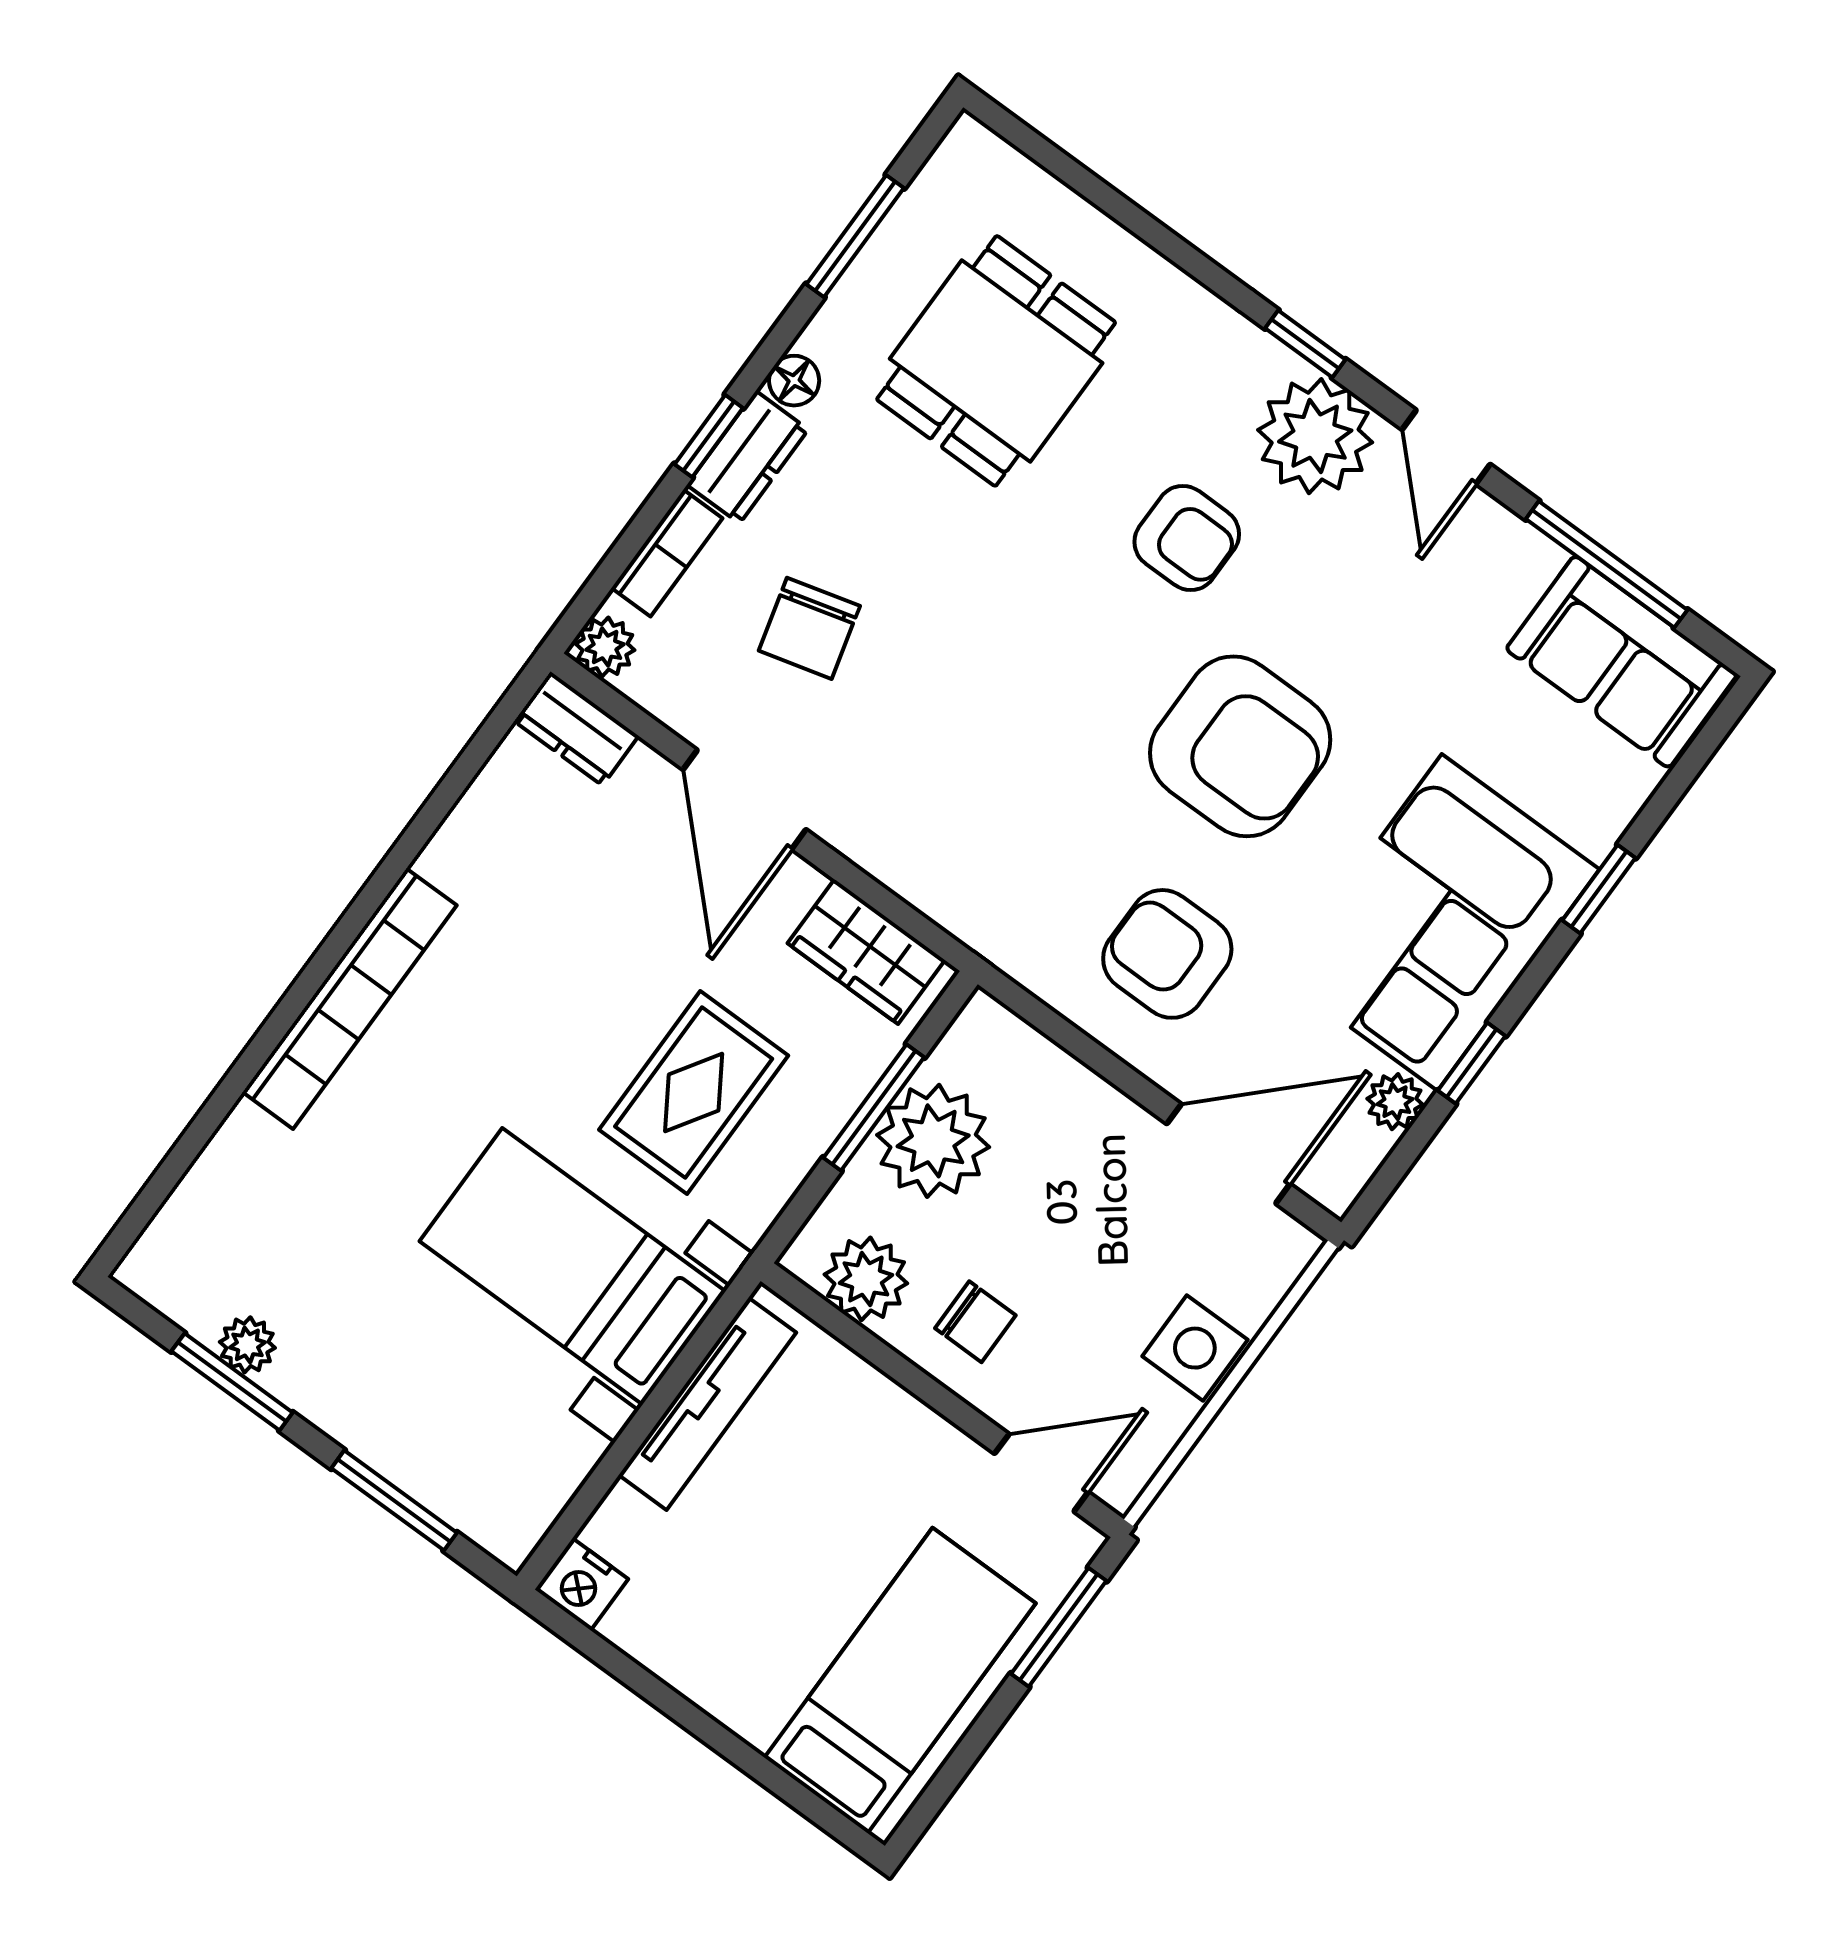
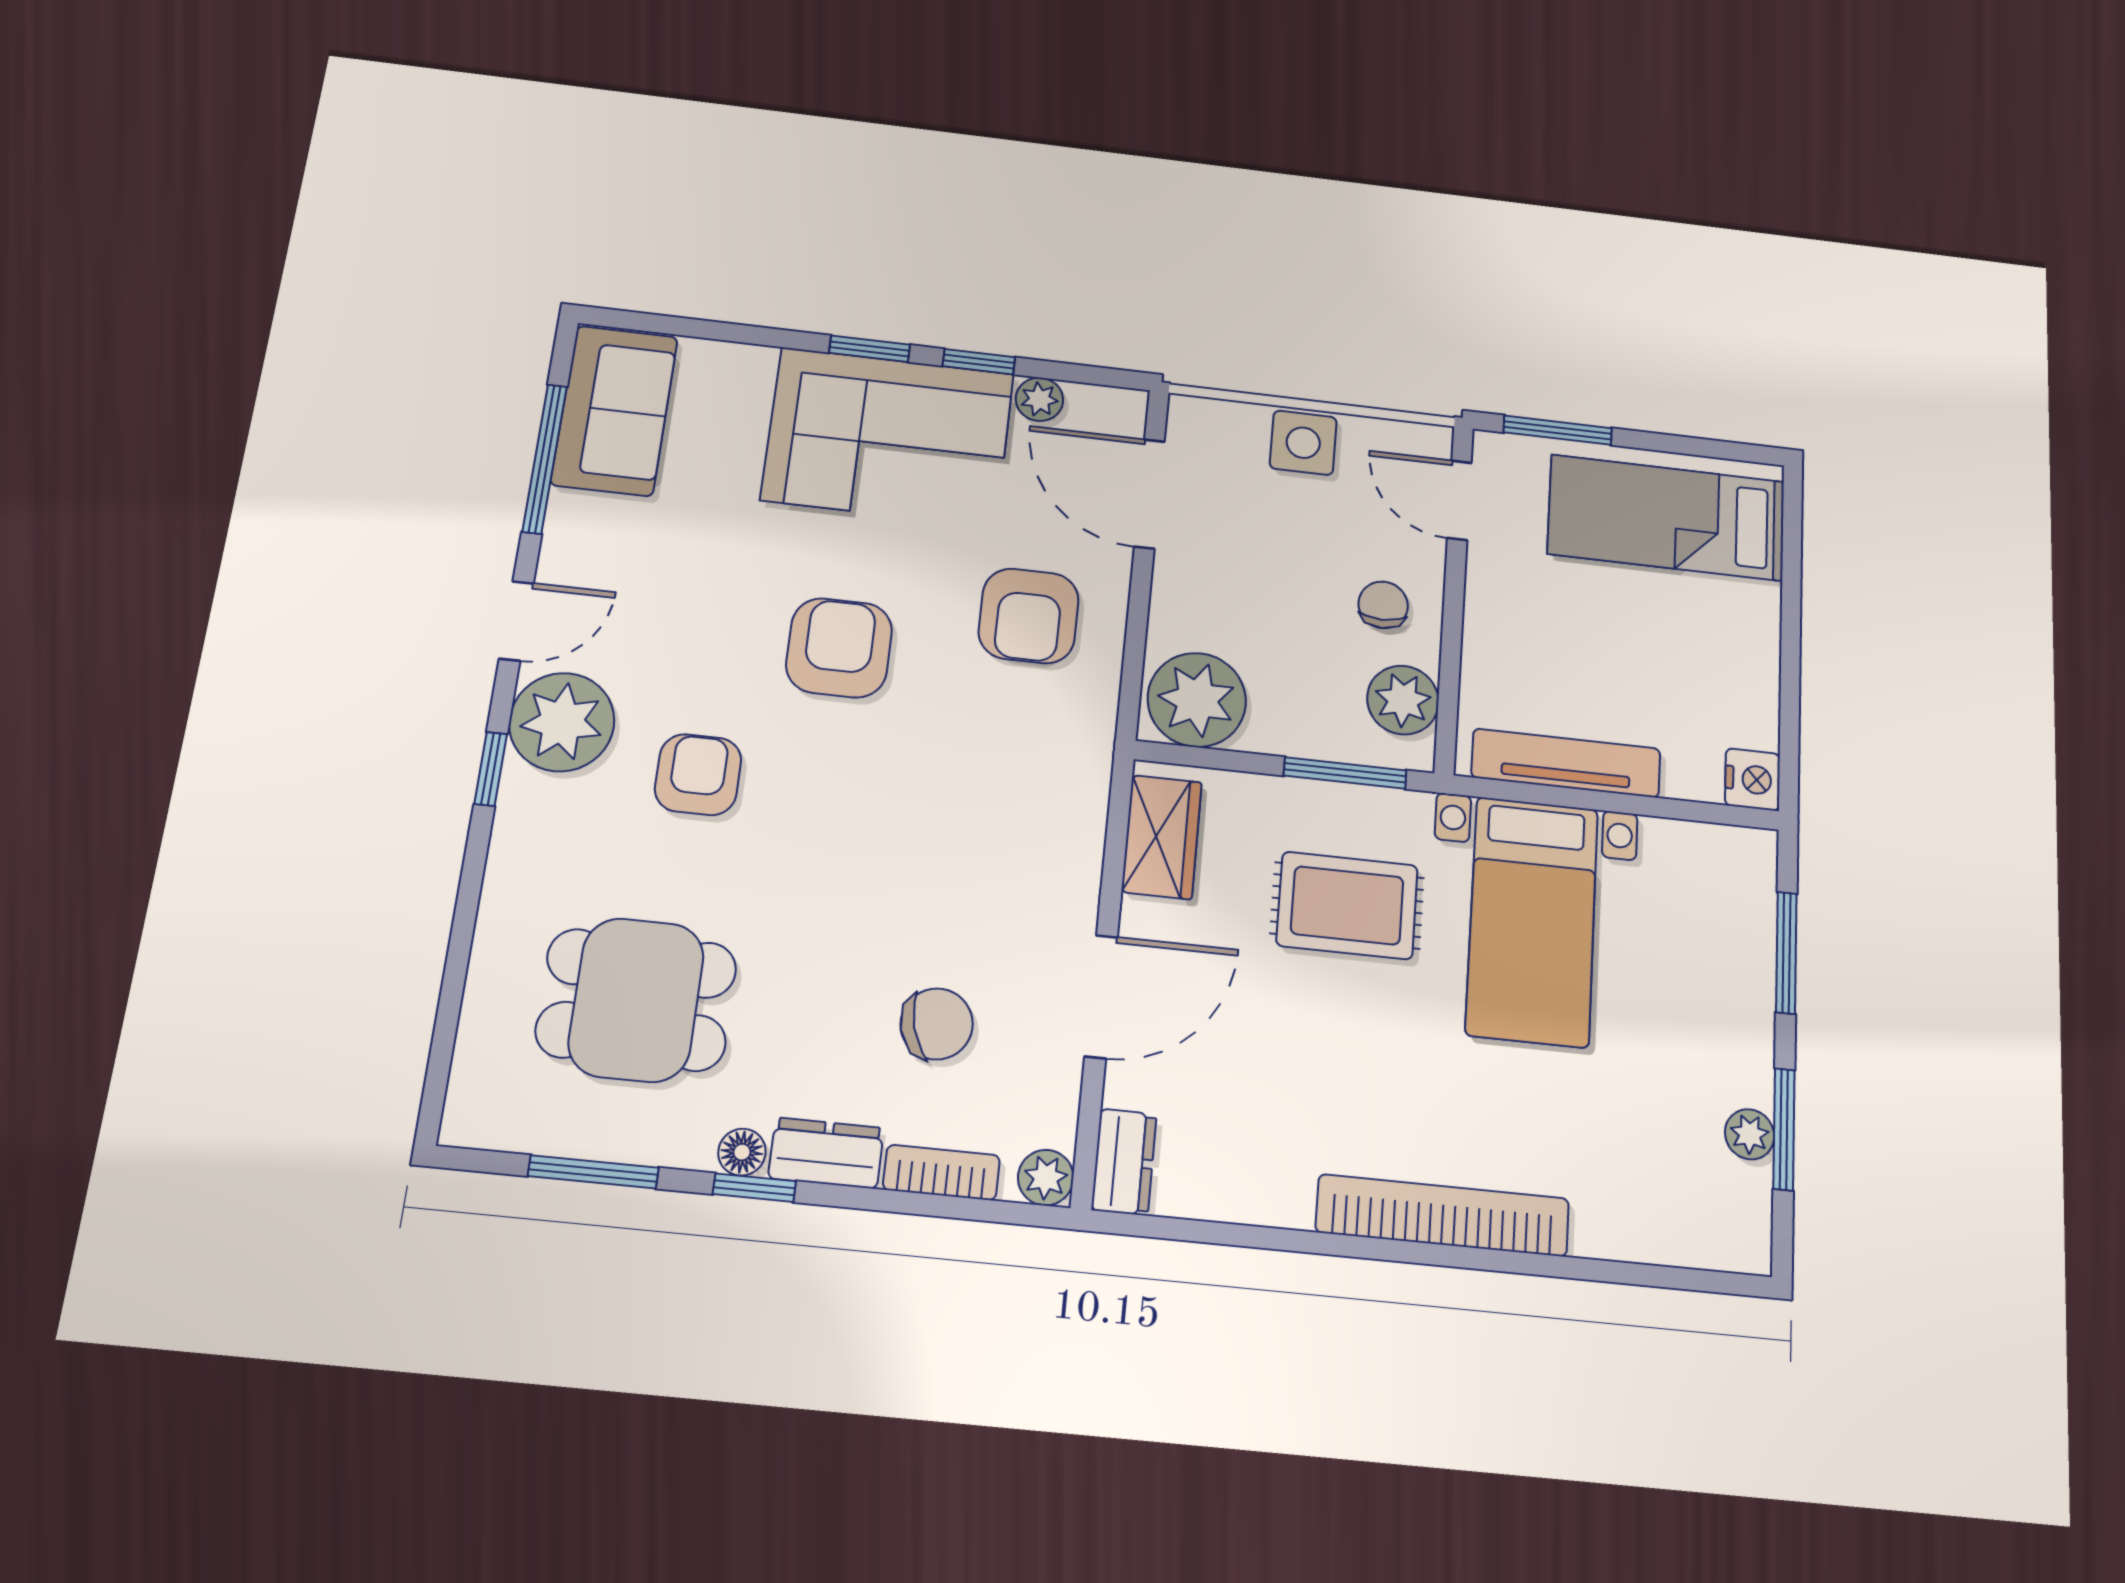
window: (709, 436) -> (754, 1188), moved
armchair: (1240, 746) -> (839, 648), width x0.73, depth x0.73
window: (1599, 889) -> (870, 349), moved
window: (874, 1107) -> (1345, 773), moved
plant: (933, 1141) -> (1197, 700), moved

